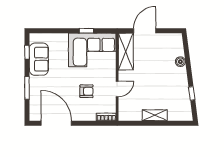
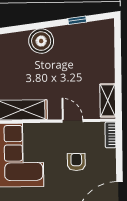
boiler: (180, 62) -> (41, 41), width x1.86, depth x1.86
shelving: (155, 115) -> (108, 100), moved

